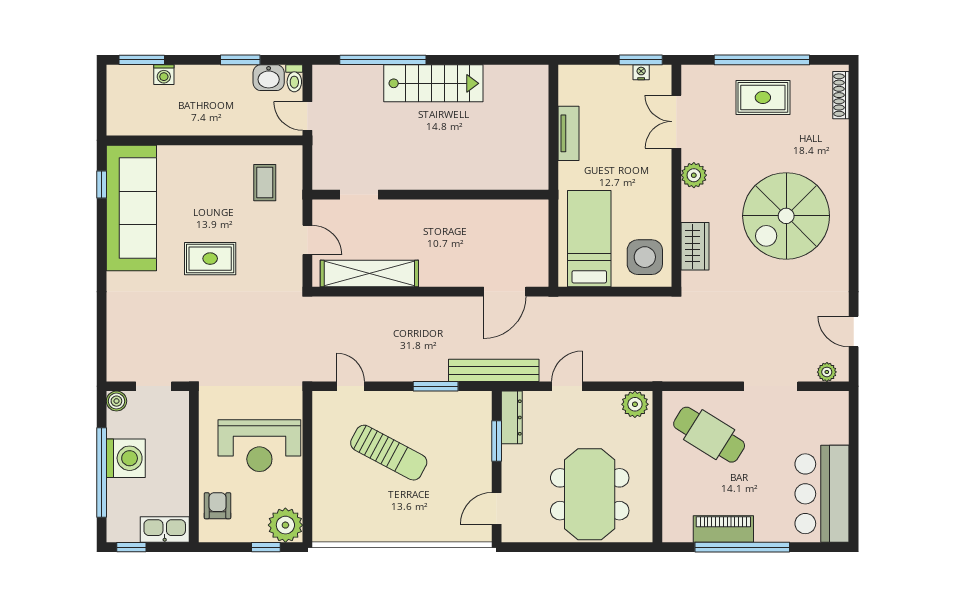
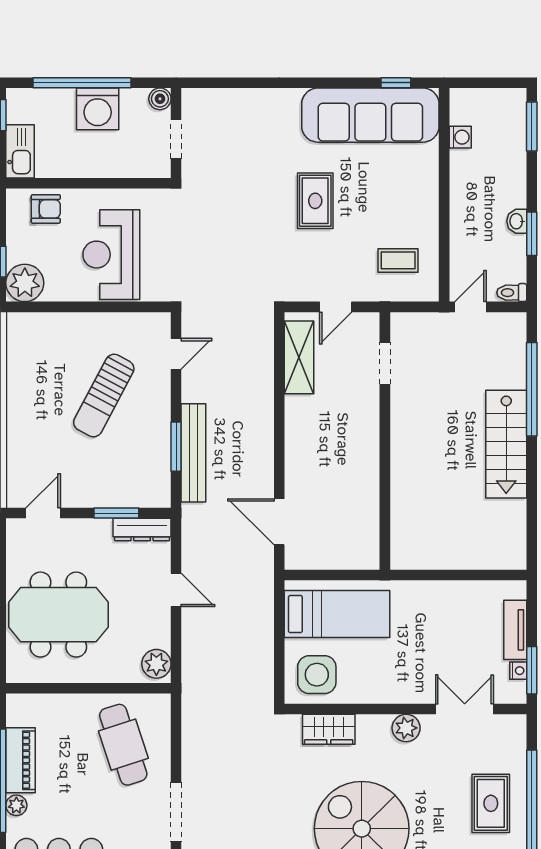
washing machine: (164, 75) -> (460, 137), moved, turned 180
washbasin: (269, 78) -> (517, 221), moved, width x0.72, depth x0.69
tv unit: (569, 133) -> (515, 630), moved, turned 90
shelving: (369, 274) -> (299, 357), width x0.68
bench: (494, 370) -> (193, 453), moved
cafe table: (709, 435) -> (123, 745), turned -50
door: (497, 508) -> (43, 513), hinge flipped
plant: (765, 533) -> (16, 805), added

